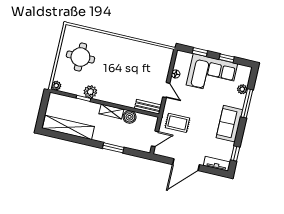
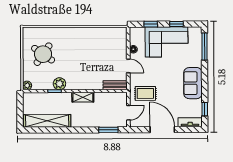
round table: (80, 57) -> (43, 54), turned 35
plant: (242, 89) -> (197, 49), removed
window: (247, 103) -> (204, 46), moved
boiler: (130, 117) -> (101, 98), removed
window: (113, 148) -> (108, 130), moved
door: (186, 165) -> (162, 130), swing flipped

